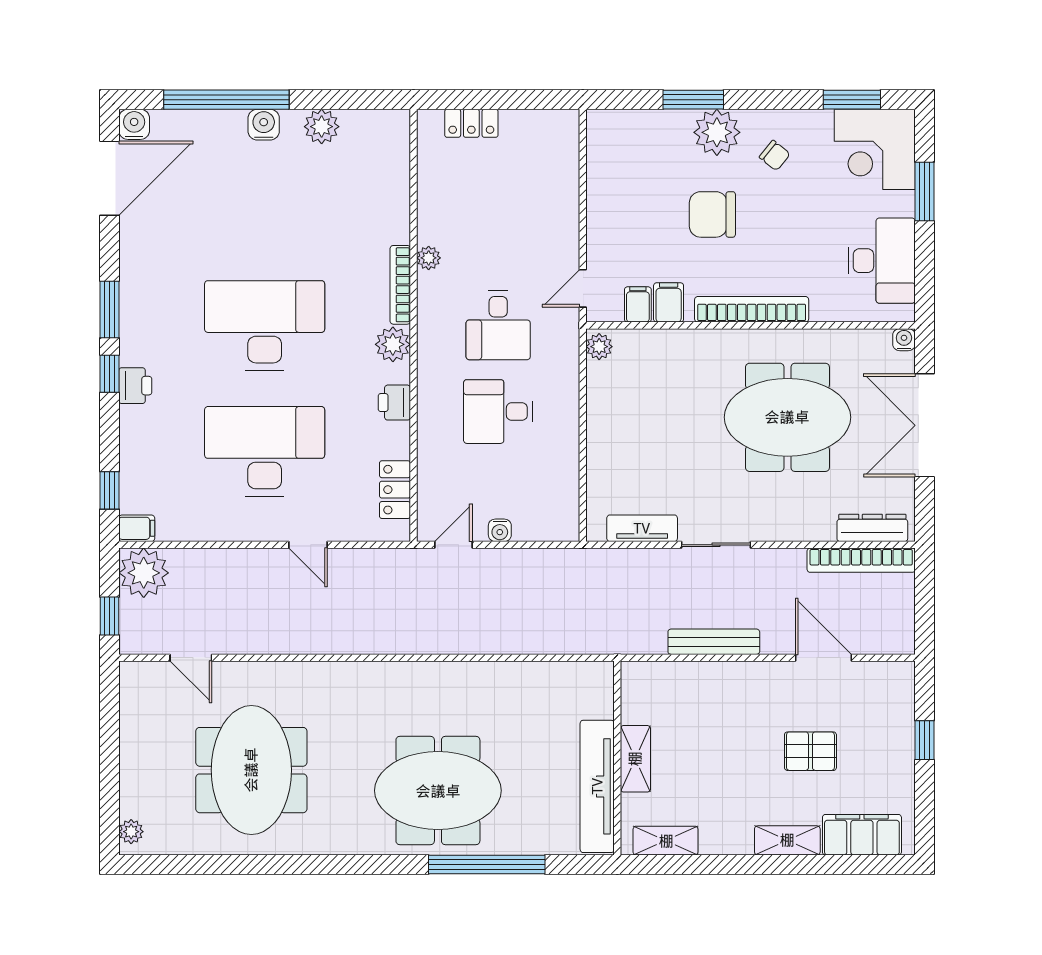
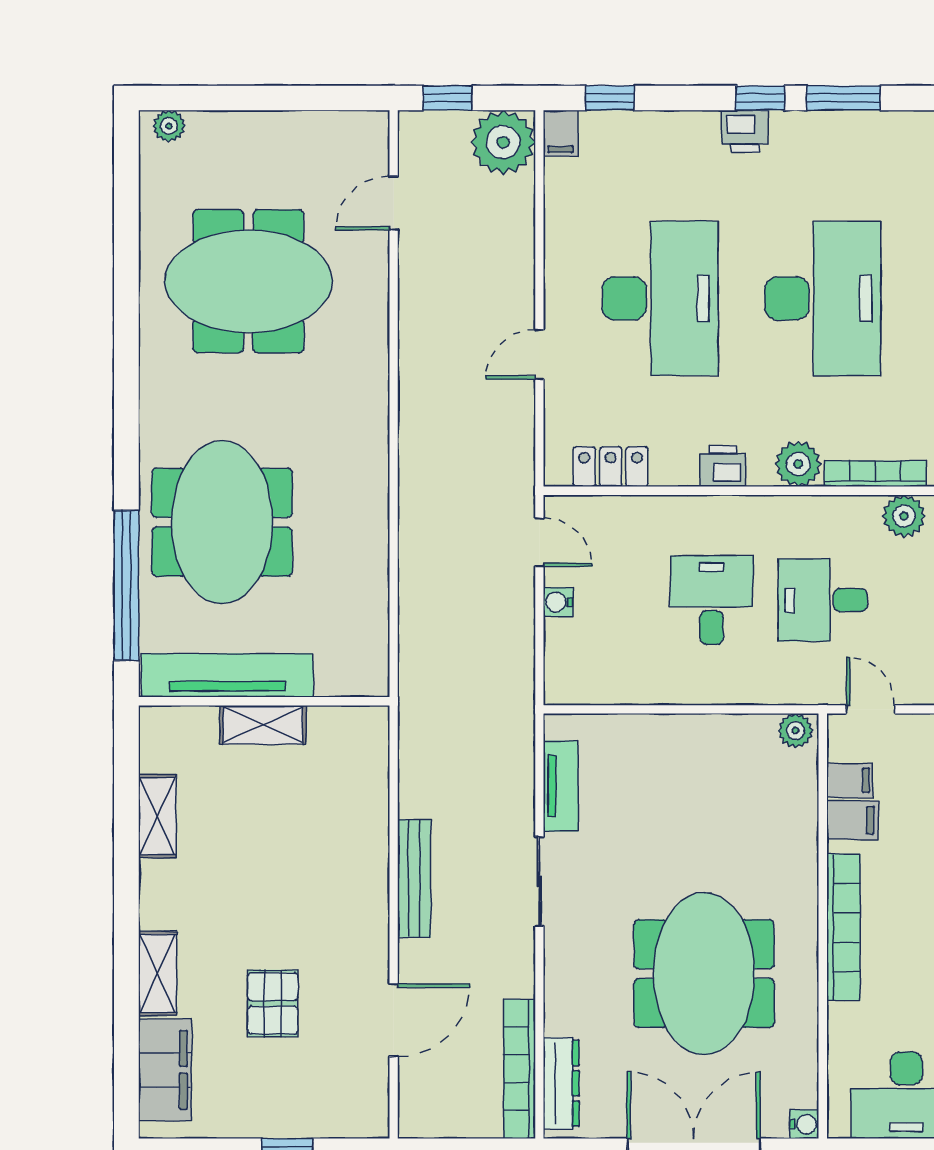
plant: (429, 258) -> (904, 516), width x1.38, depth x1.38
wall: (617, 758) -> (264, 701), moved
shelving: (635, 759) -> (263, 725), moved
tv unit: (597, 786) -> (227, 675), moved

